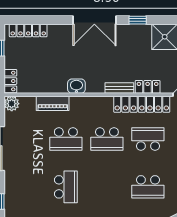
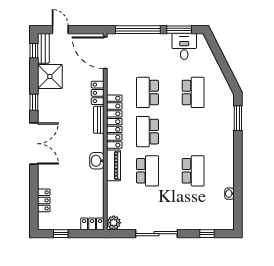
locker: (28, 30) -> (44, 200), width x0.66
piano: (53, 103) -> (113, 165), moved
locker: (142, 104) -> (114, 122), moved
school desk: (107, 139) -> (147, 132), turned 180
school desk: (66, 187) -> (193, 171), turned 90

